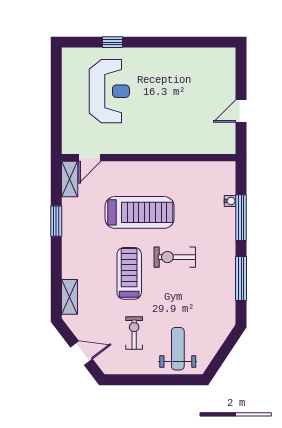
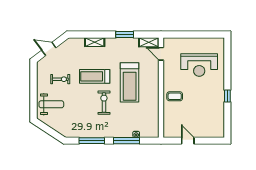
window: (112, 42) -> (227, 96), moved
coffee table: (164, 134) -> (175, 96), added
treadmill: (129, 273) -> (95, 76), turned 180
shelving: (69, 297) -> (95, 42), moved
door: (81, 353) -> (49, 49), swing flipped

